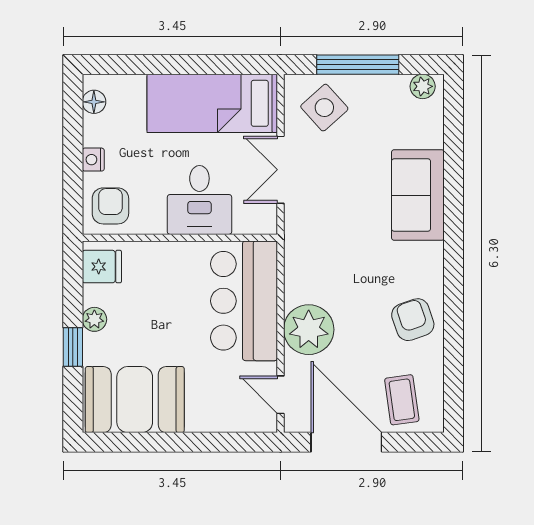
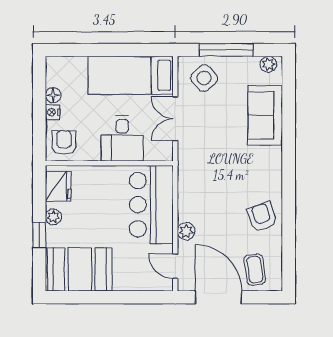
floor lamp: (94, 102) -> (53, 95), moved
sofa: (418, 195) -> (265, 115), moved
fridge: (102, 267) -> (58, 186), width x1.38
plant: (309, 330) -> (186, 231), width x0.53, depth x0.53

